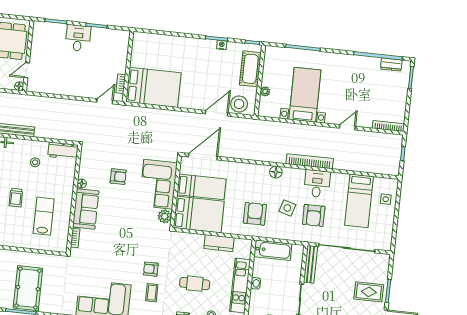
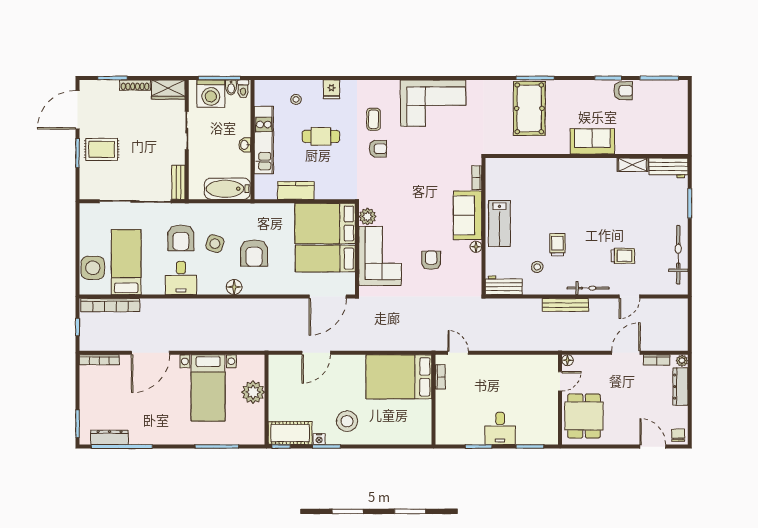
dresser: (391, 64) -> (110, 437), width x1.44
cot: (250, 69) -> (290, 433), moved, turned 90
plant: (265, 91) -> (253, 392), width x1.87, depth x1.87
door: (105, 101) -> (458, 353), swing flipped
stool: (239, 104) -> (347, 421), moved
door: (347, 127) -> (151, 353), width x1.88
bookcase: (310, 161) -> (110, 305), moved
armchair: (118, 177) -> (431, 260), turned 90
trolley: (16, 197) -> (557, 245), moved
side table: (386, 199) -> (93, 268), width x1.87, depth x1.87
armchair: (255, 214) -> (254, 253), moved
armchair: (314, 215) -> (181, 238), turned 180
lab bench: (44, 216) -> (499, 223), moved
bench: (310, 264) -> (178, 182), width x0.73

